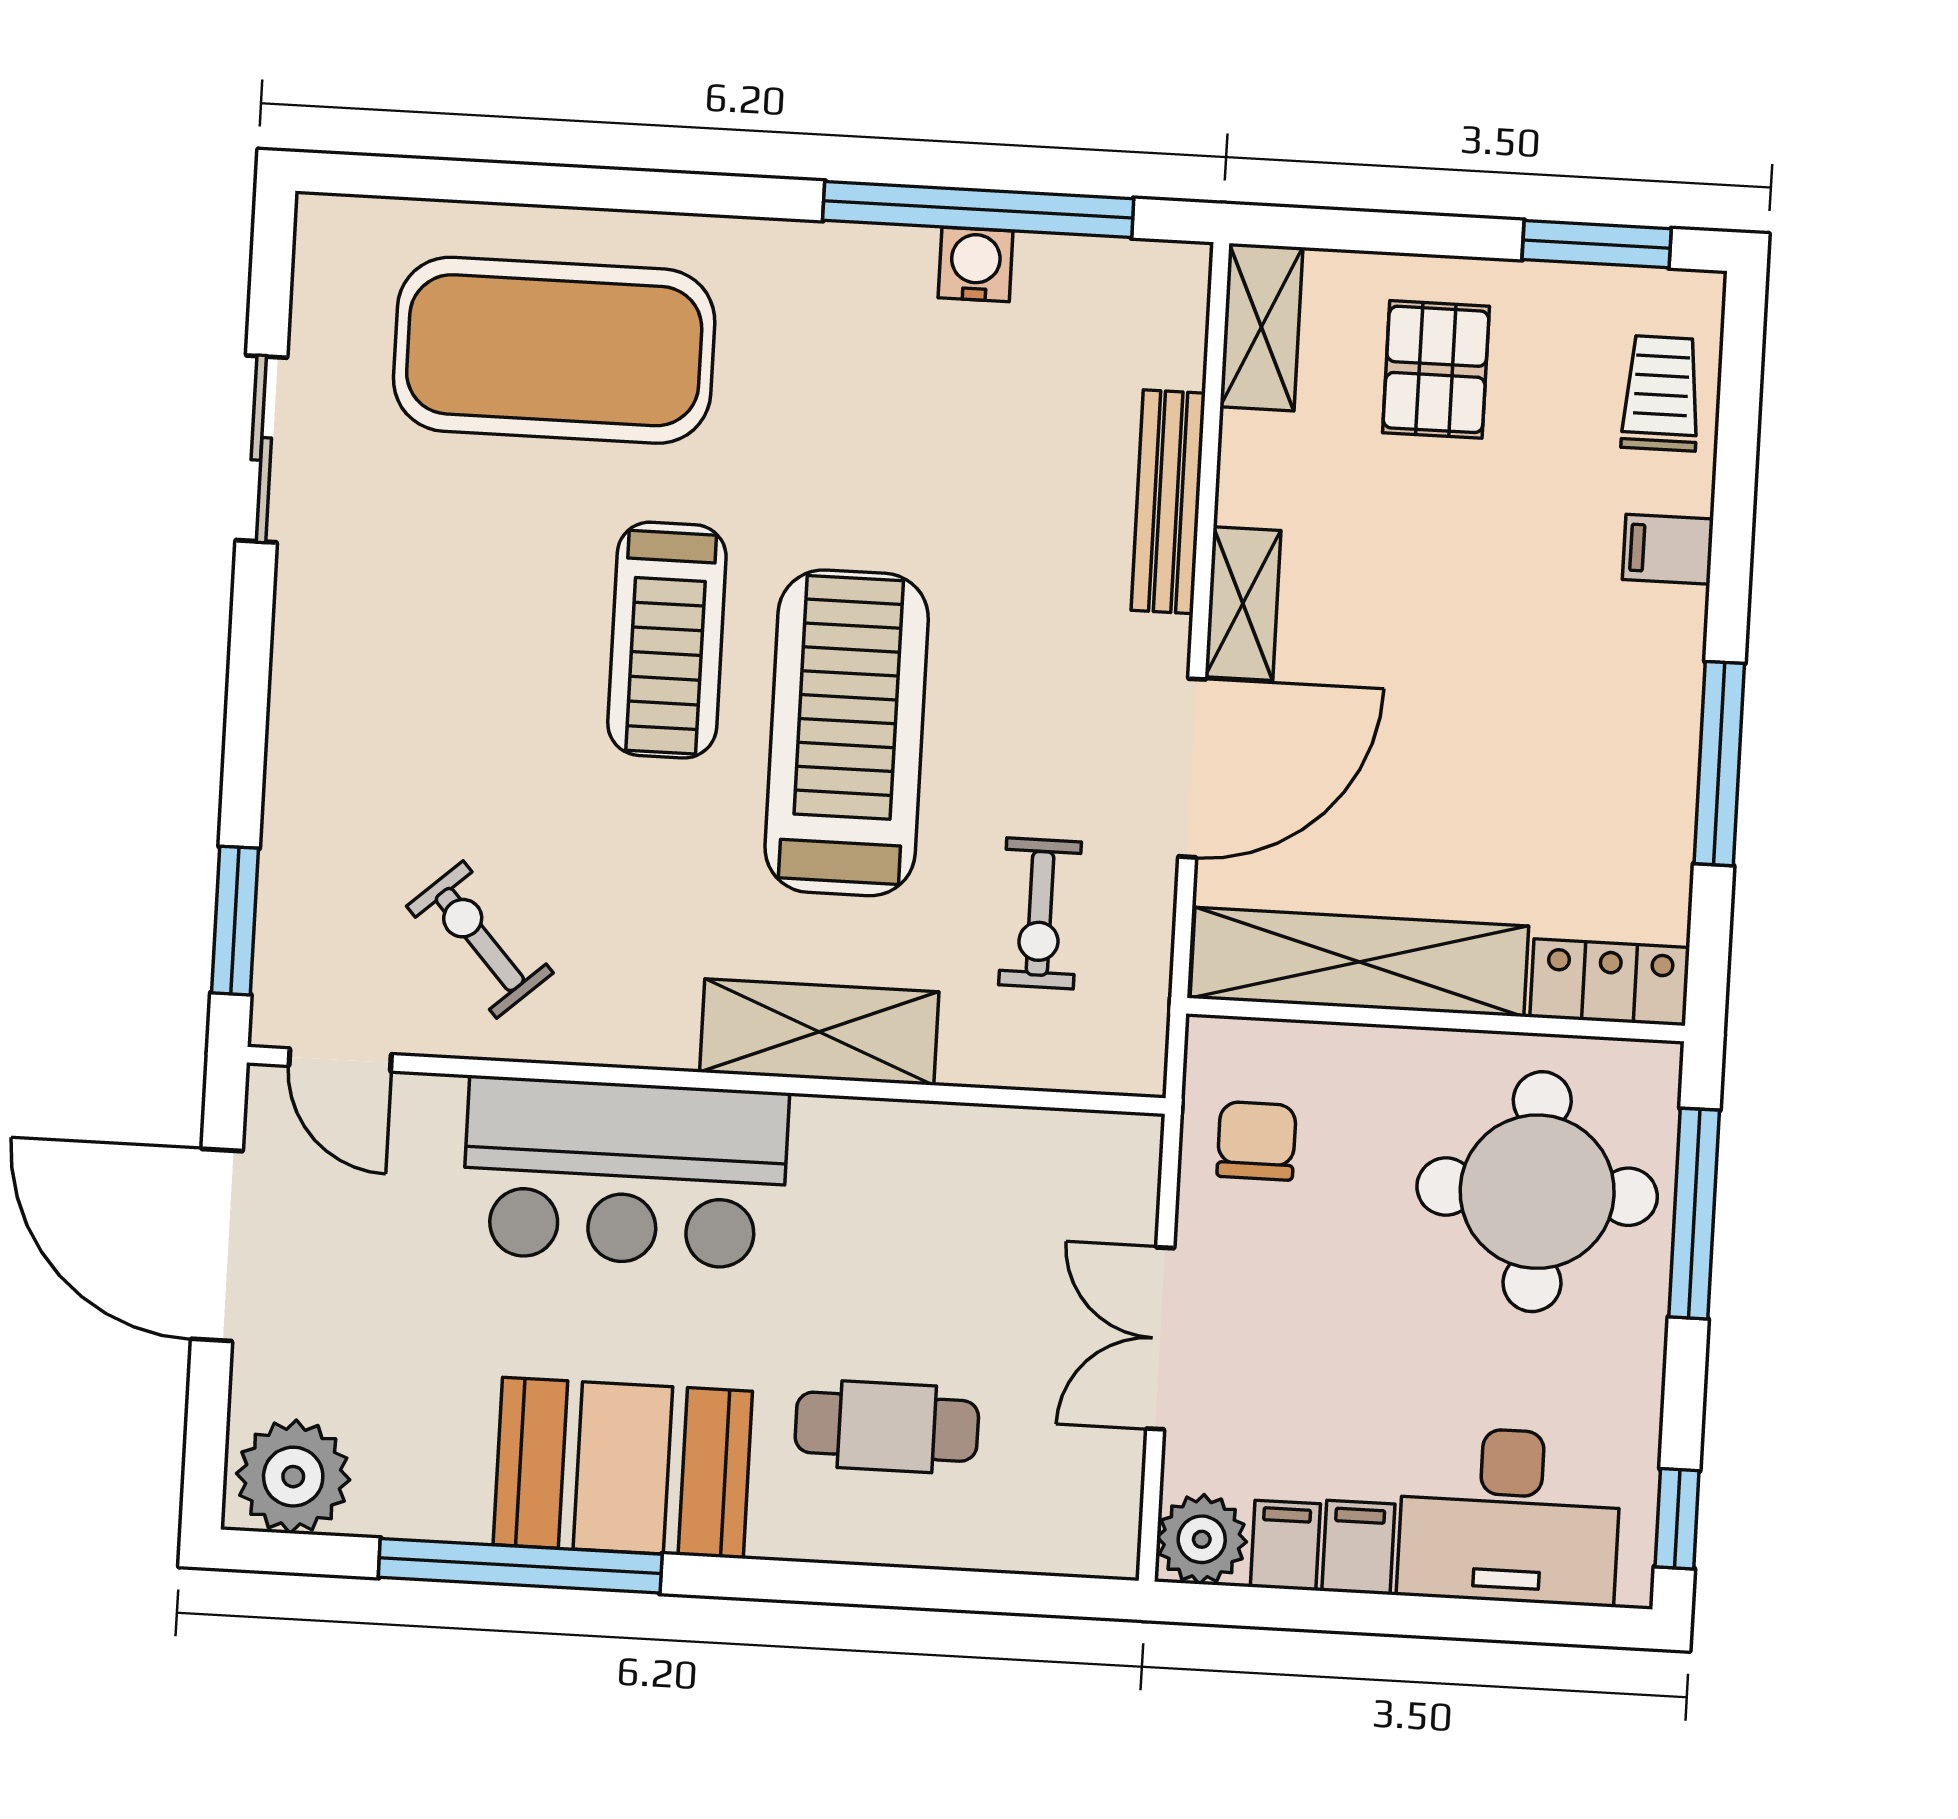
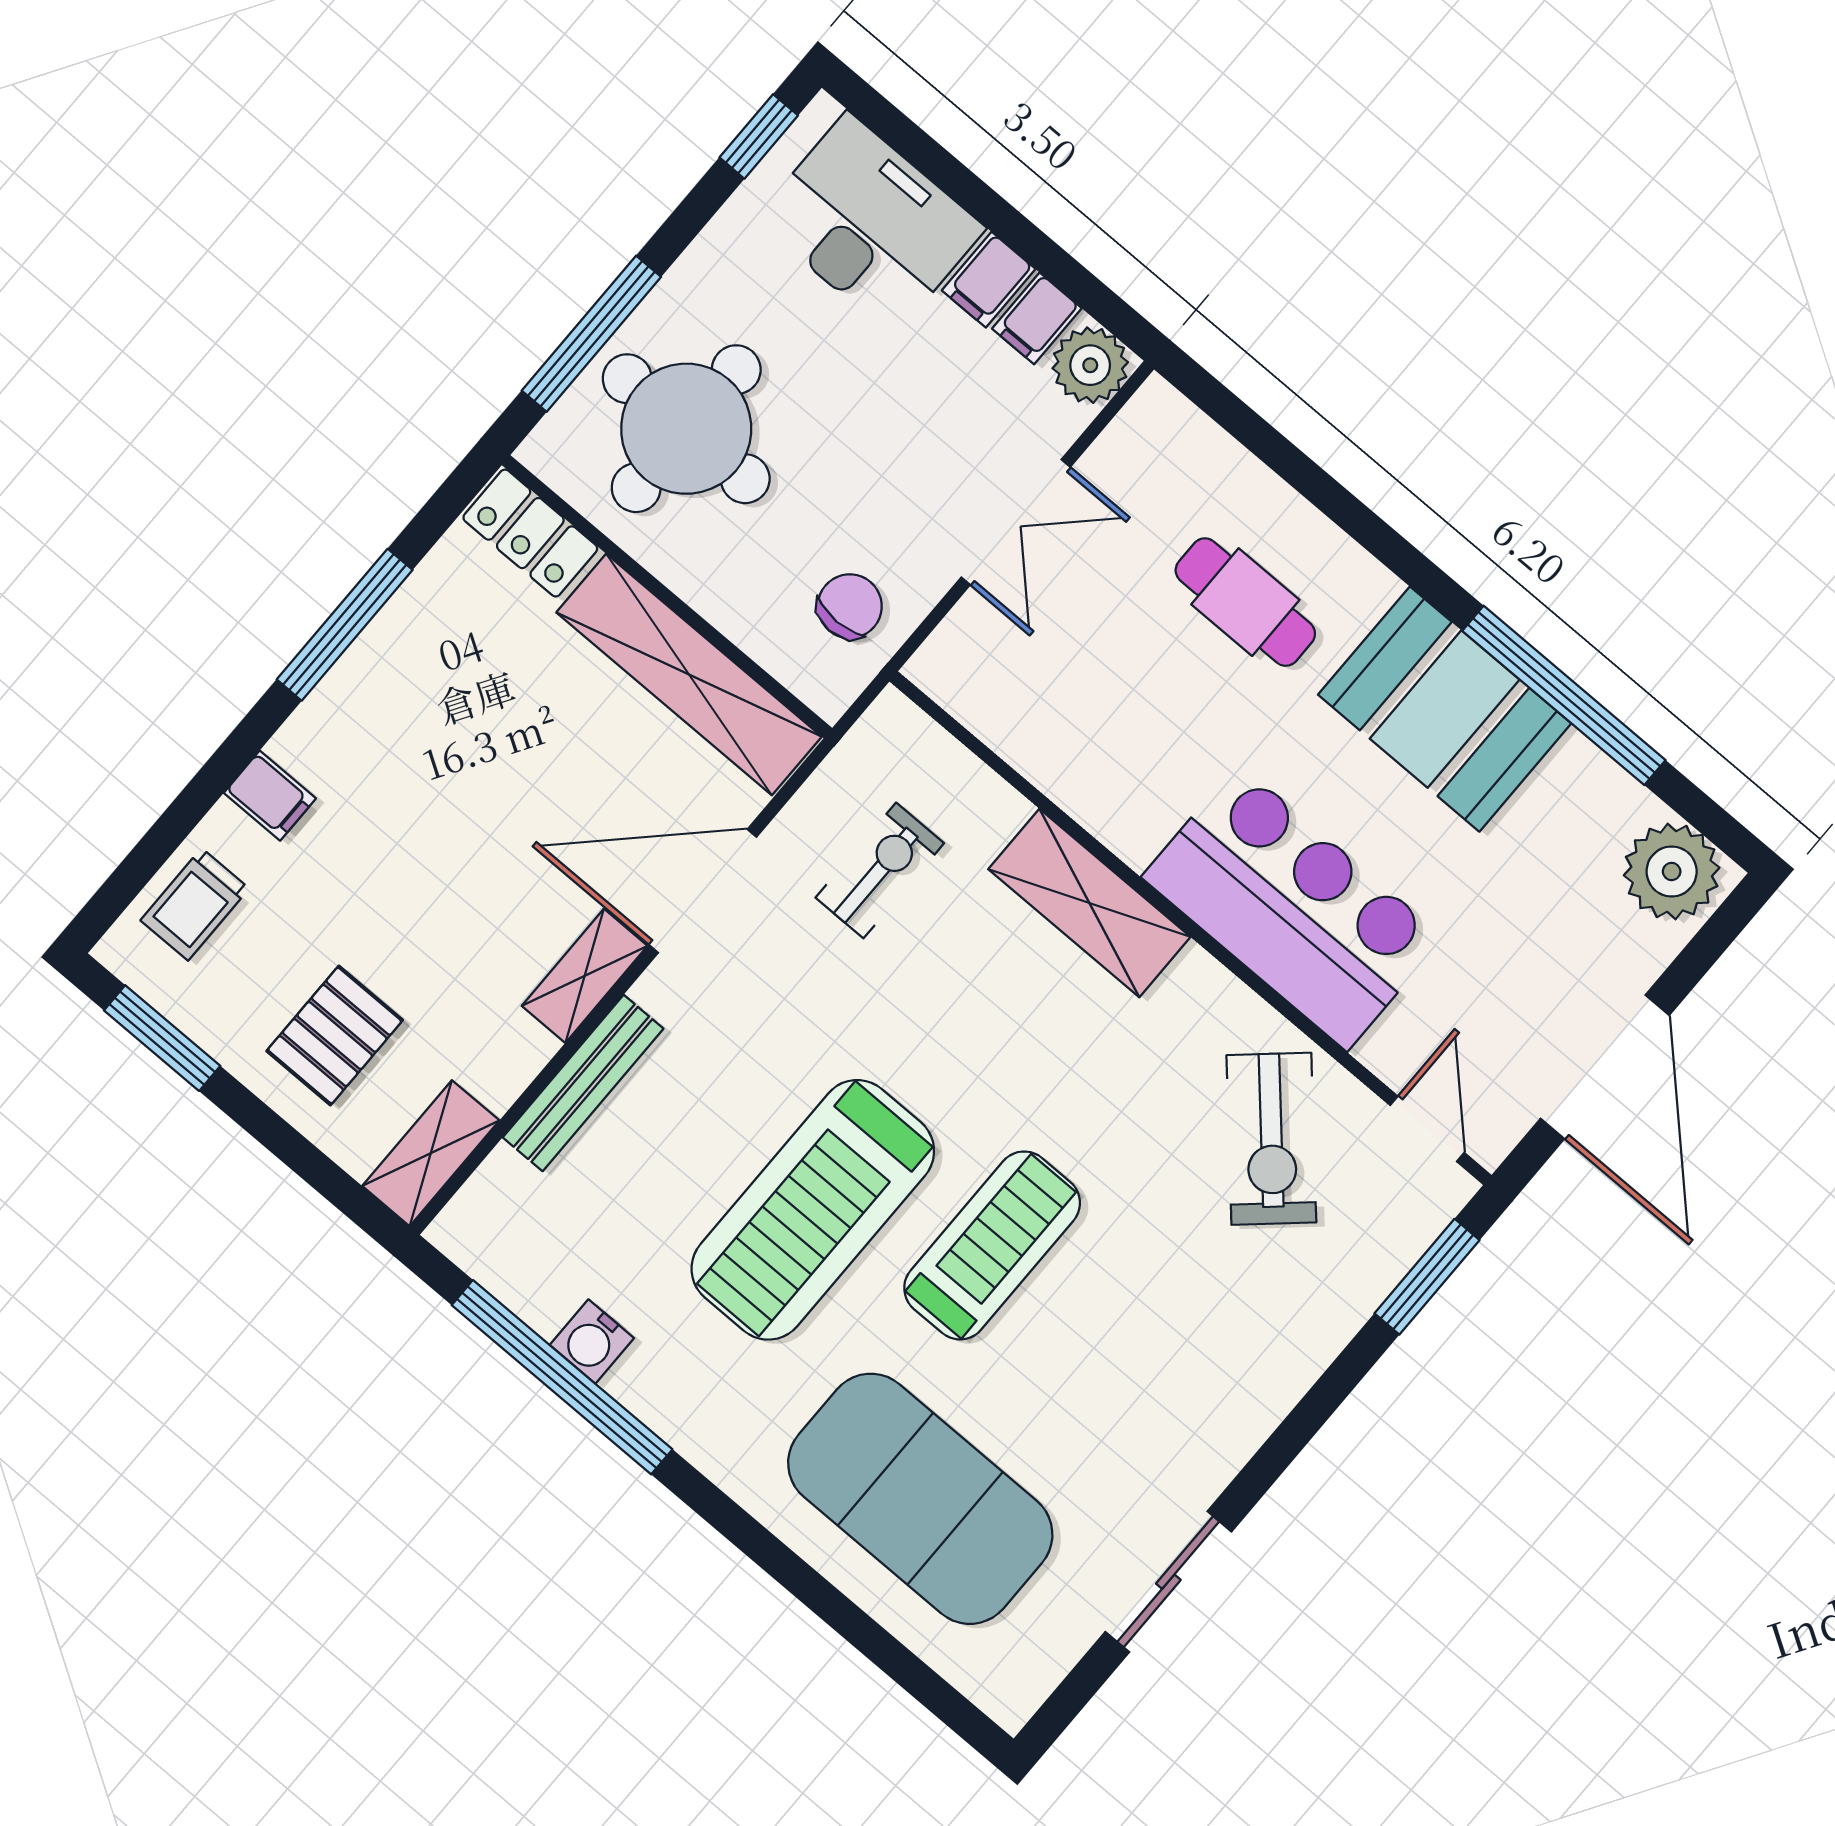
treadmill: (847, 733) -> (813, 1210), moved
exercise bike: (480, 940) -> (1271, 1139), width x1.38, depth x1.39
chair: (1257, 1141) -> (850, 606), turned 180

